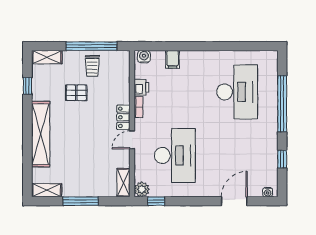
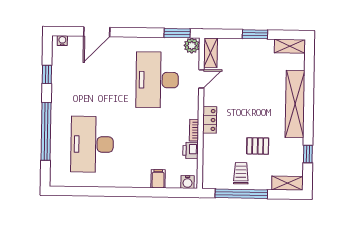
door: (132, 140) -> (201, 79), moved
window: (81, 201) -> (255, 34), width x0.69
window: (156, 201) -> (177, 33), width x1.50

